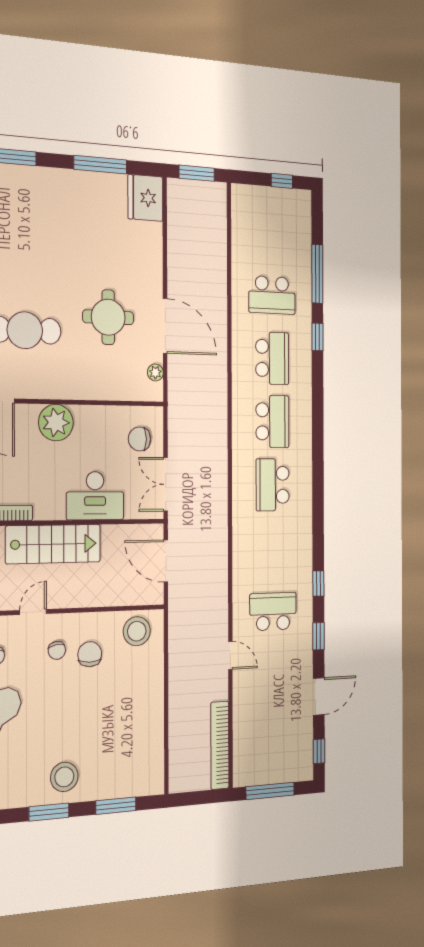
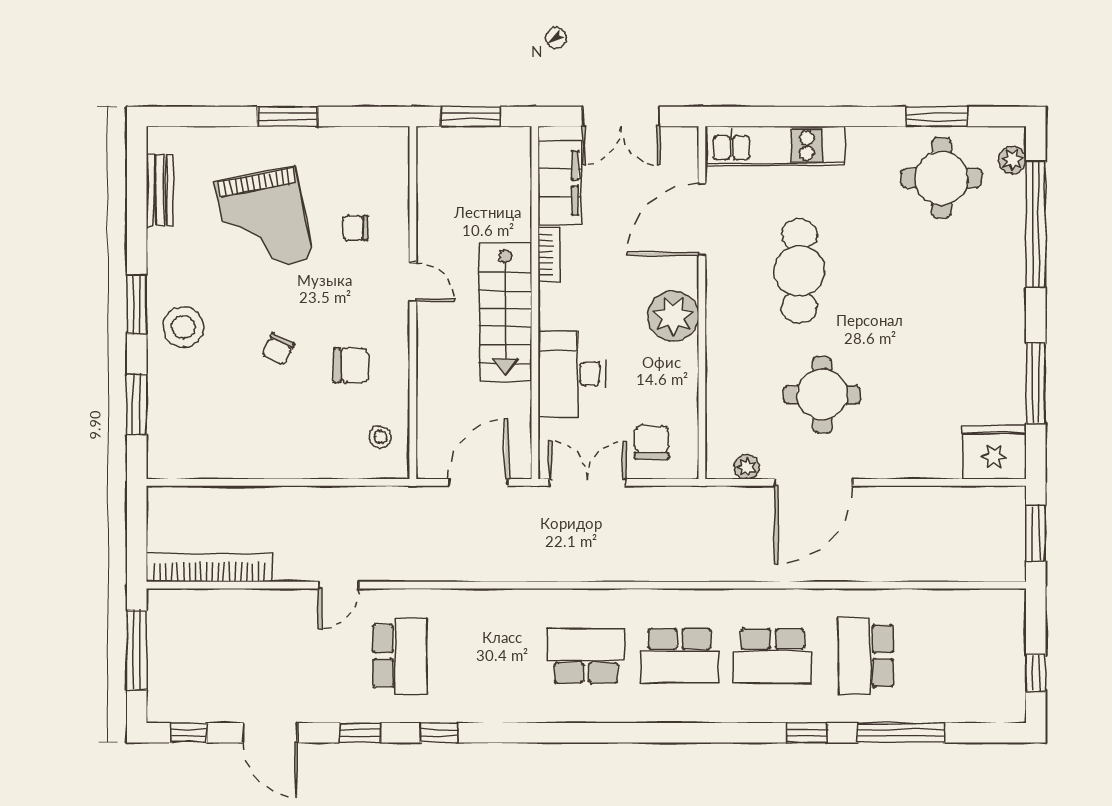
stool: (137, 631) -> (380, 437), width x0.53, depth x0.53
chair: (57, 650) -> (278, 349), moved, turned -54

